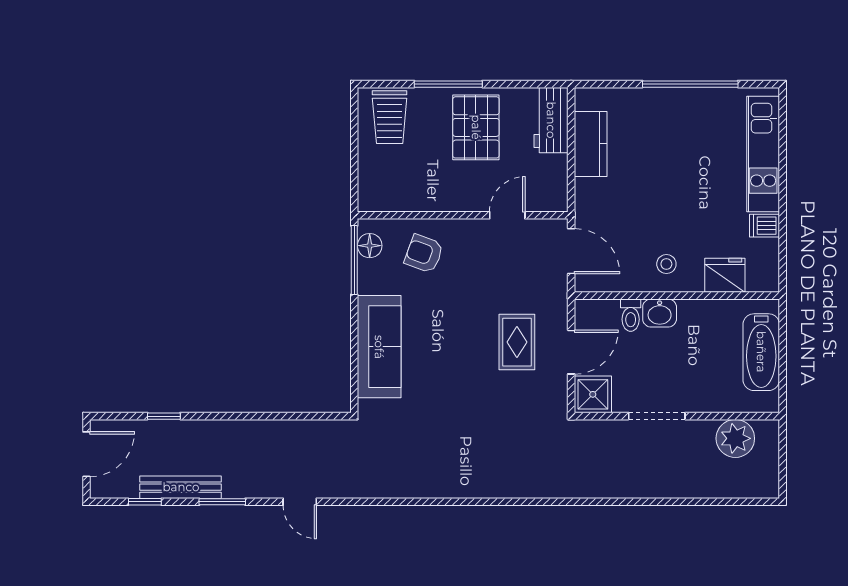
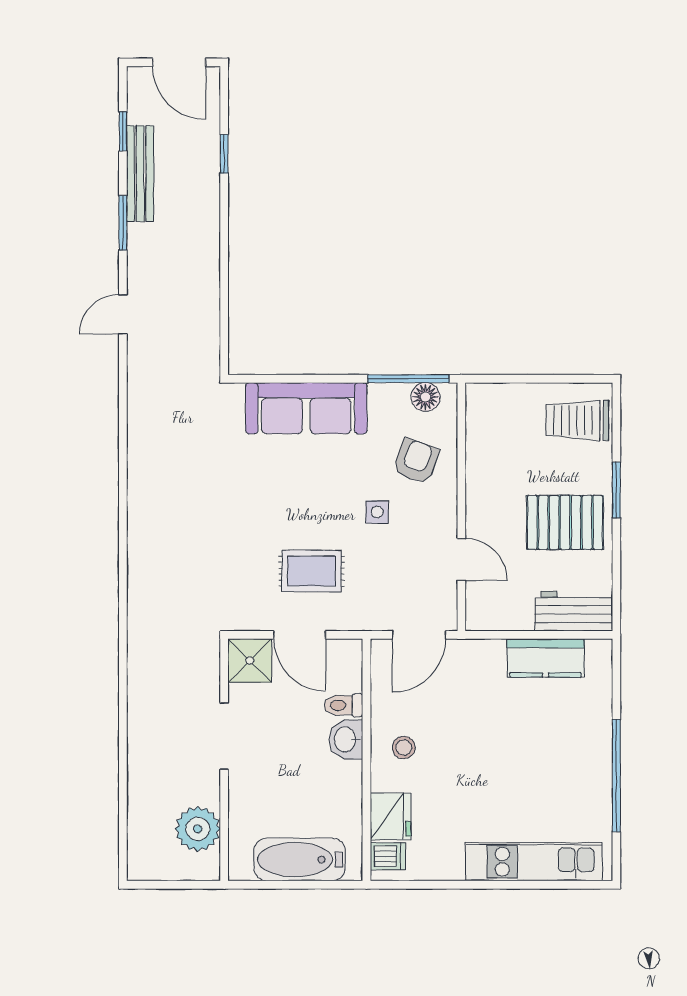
window: (448, 84) -> (616, 490), width x0.69
dishwasher: (764, 226) -> (388, 856), moved, turned 90
side table: (467, 287) -> (377, 512), added

